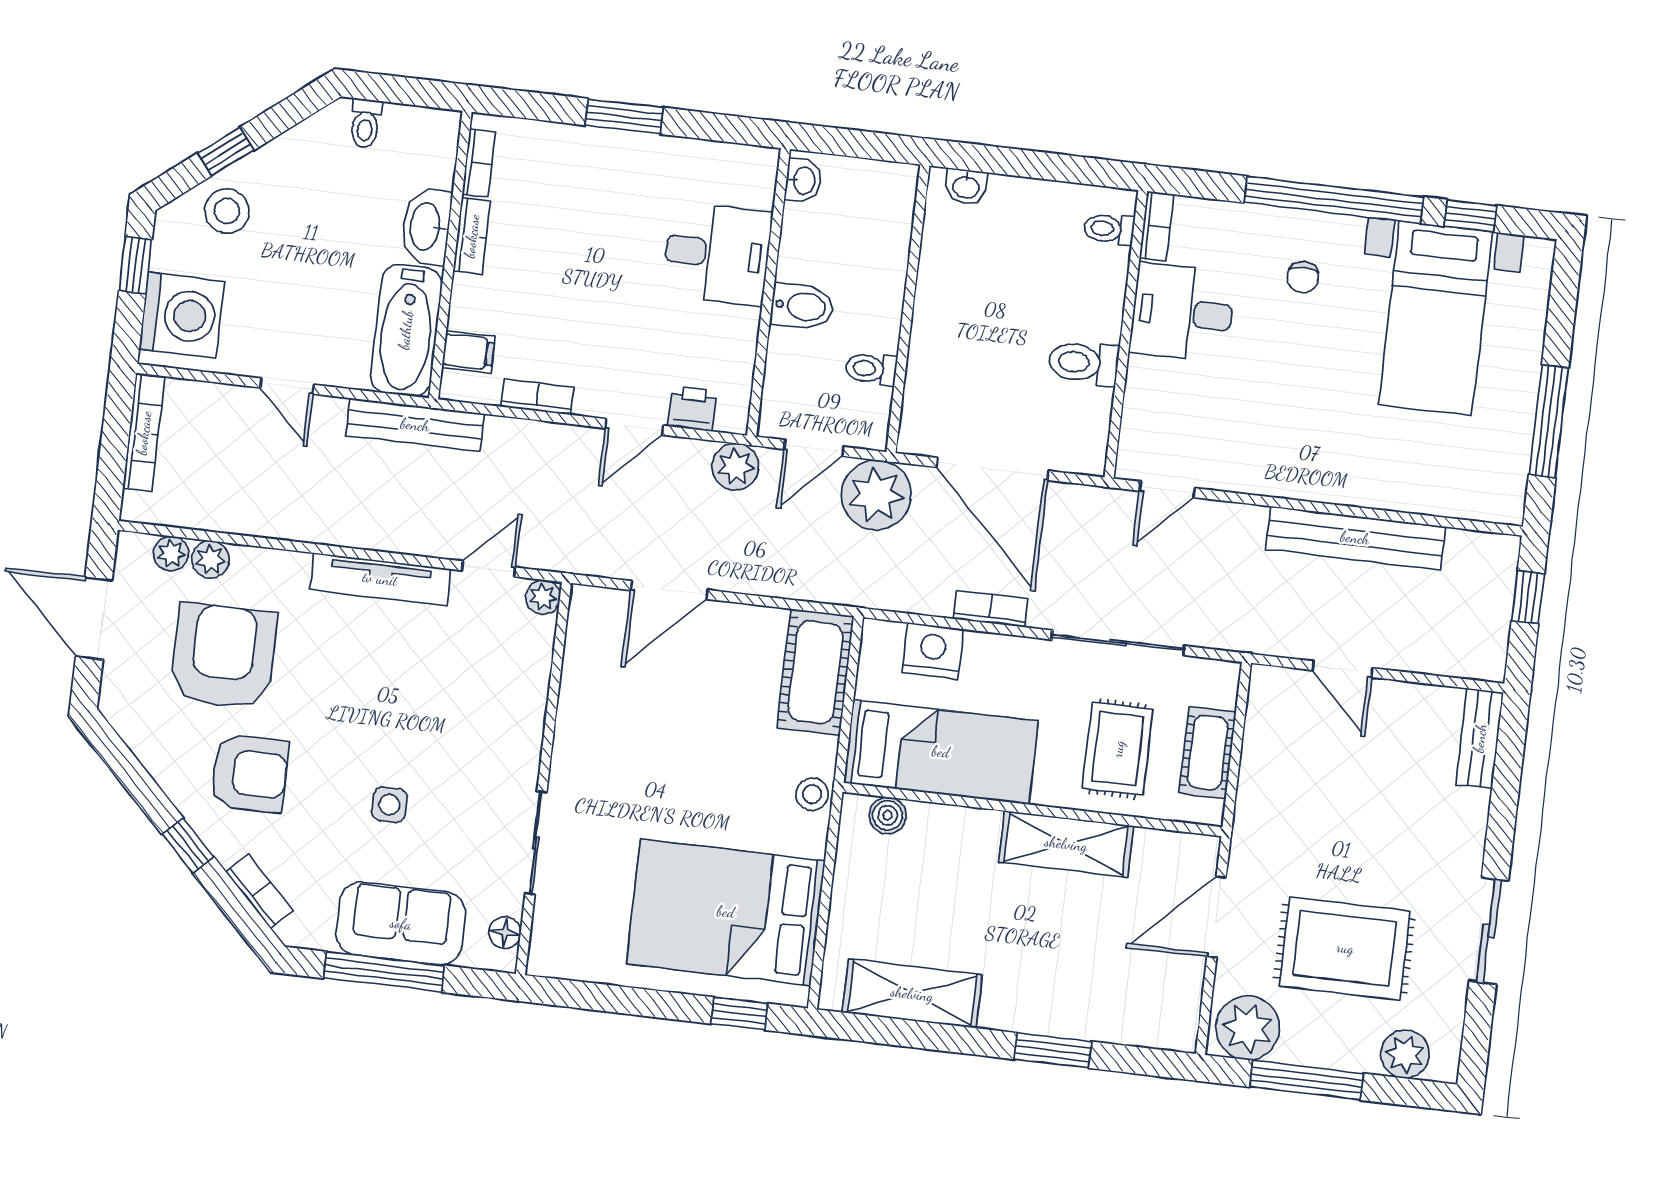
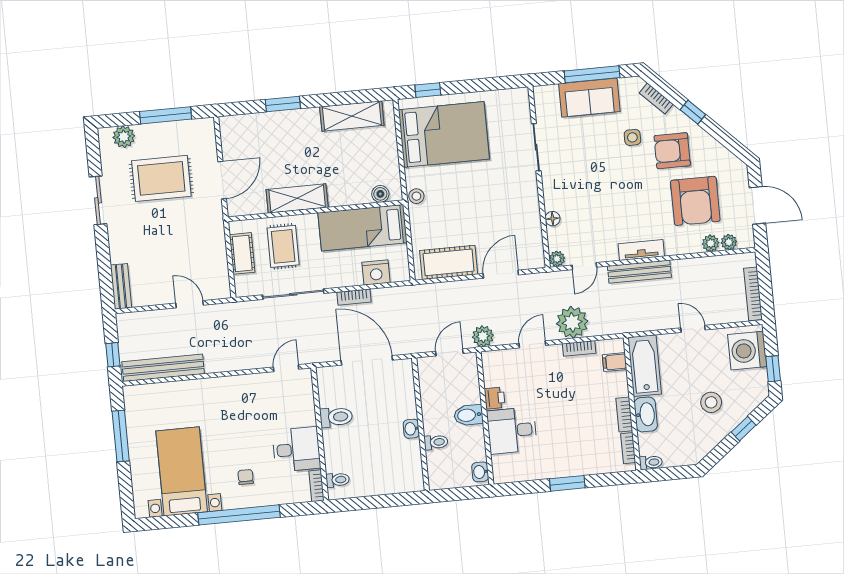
toilet: (365, 123) -> (651, 462), moved, turned 90
washbasin: (966, 186) -> (411, 429), moved, turned -90
stool: (227, 211) -> (711, 402), moved
window: (1470, 216) -> (176, 521), removed
toilet: (871, 369) -> (436, 442), moved
printer: (692, 409) -> (495, 398), moved, turned -90
bench: (415, 425) -> (639, 272), moved
plant: (876, 495) -> (572, 322), moved
bench: (1355, 538) -> (163, 368), moved
tv unit: (380, 579) -> (641, 250), width x0.71
cot: (815, 672) -> (449, 262), moved, turned 90
side table: (389, 805) -> (632, 137), moved
floor lamp: (505, 932) -> (553, 219), moved
plant: (1248, 1028) -> (197, 133), removed

